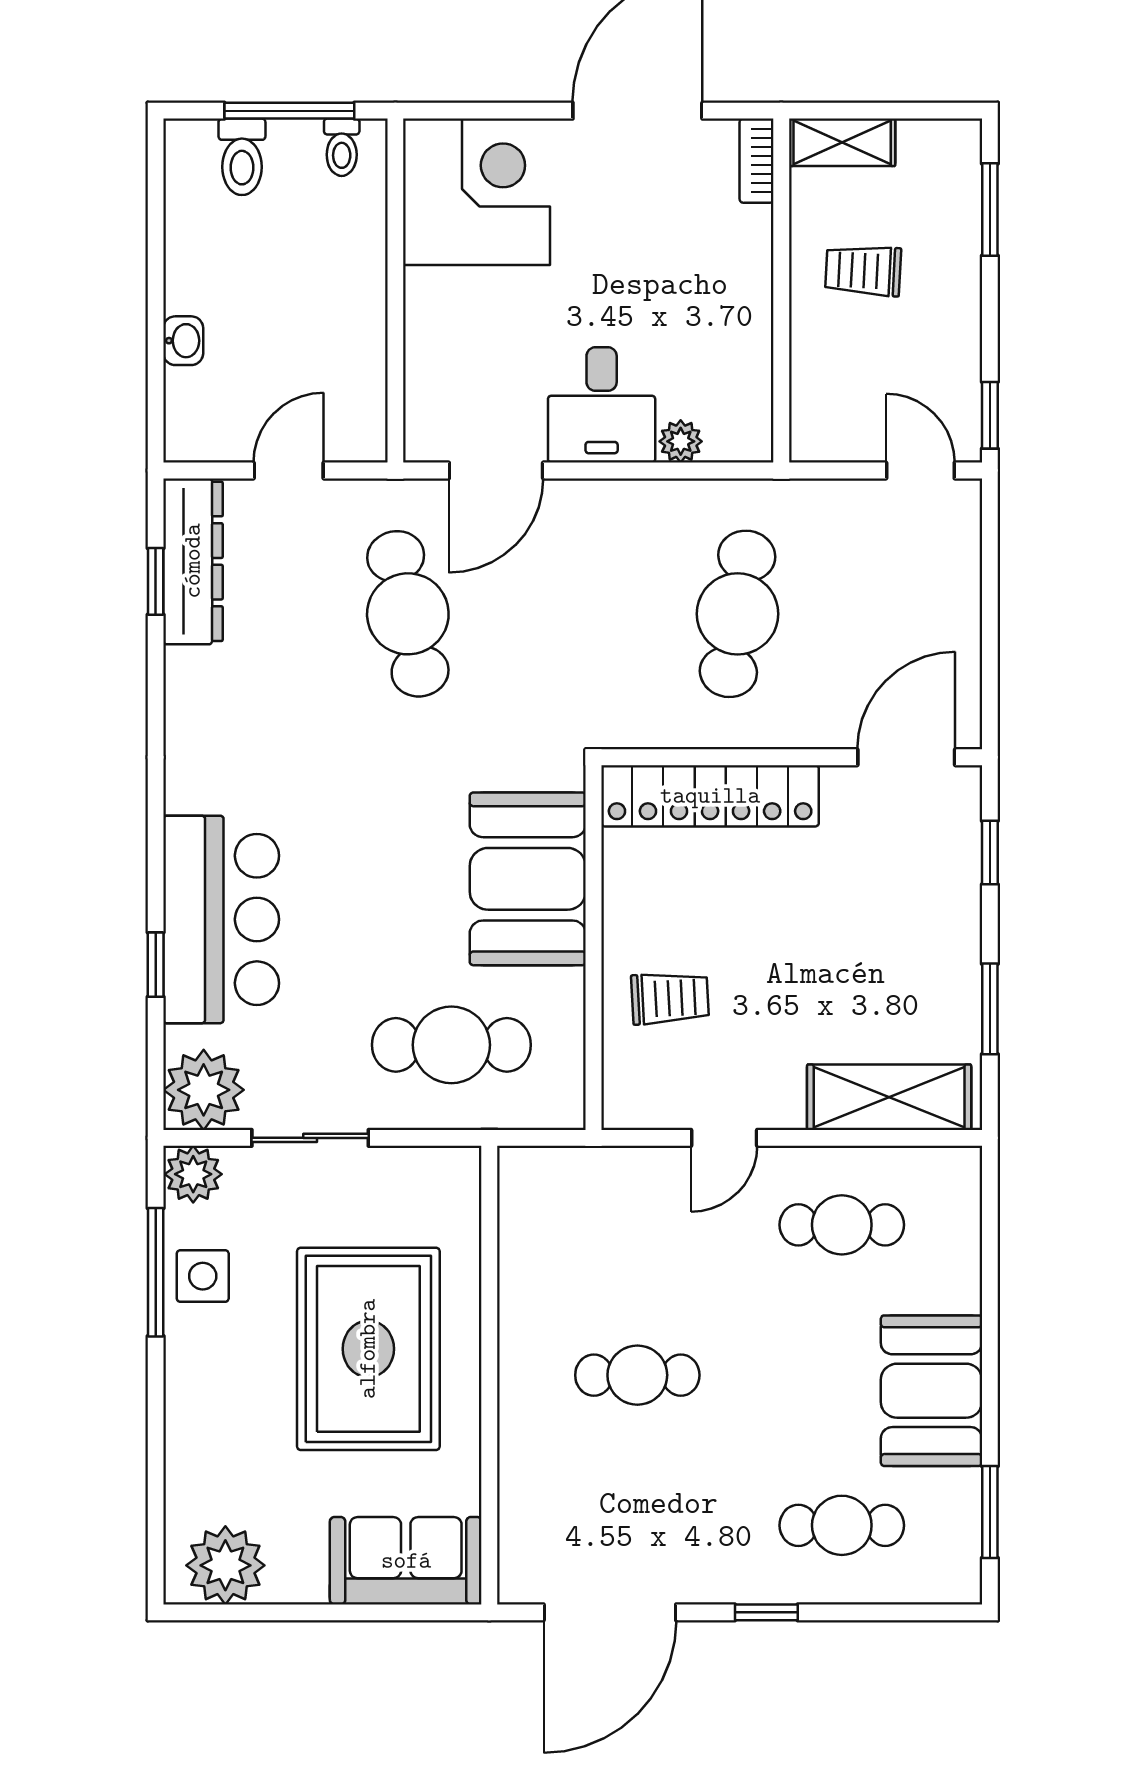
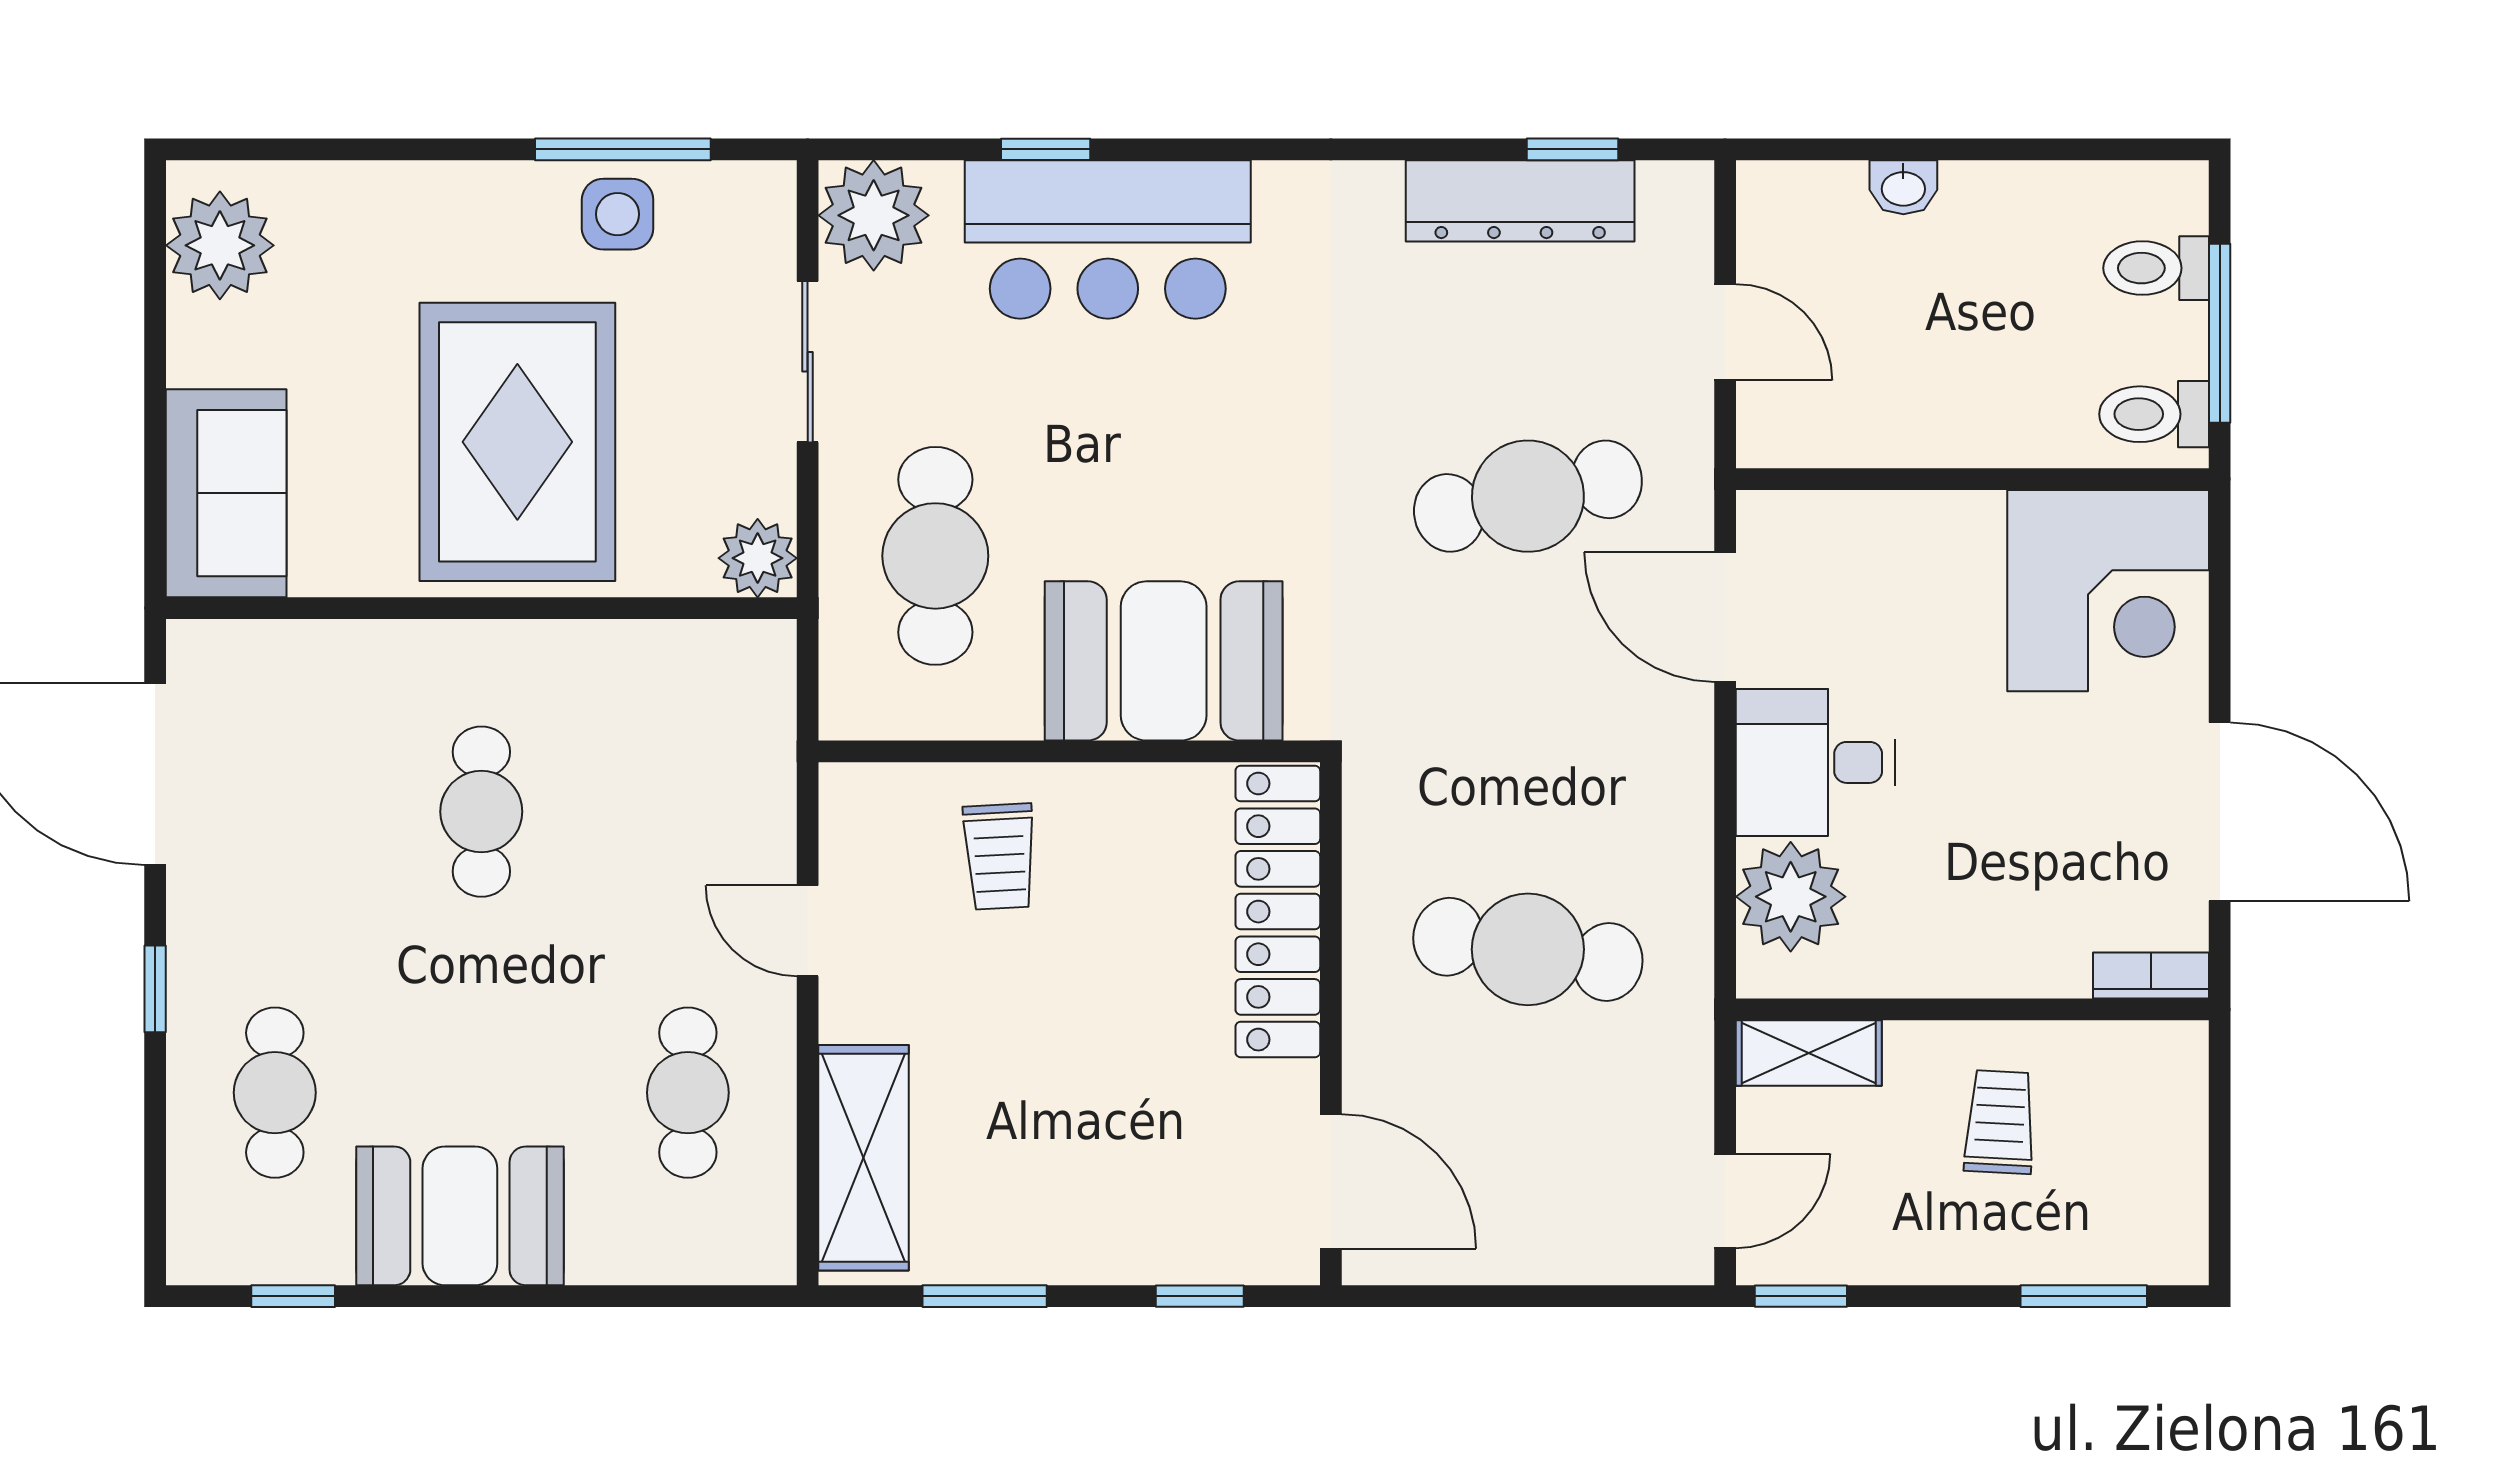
shelving: (842, 142) -> (1809, 1053), moved, turned 90
toilet: (342, 147) -> (2154, 414), width x1.37, depth x1.39
plant: (681, 441) -> (1791, 897), width x1.87, depth x1.87
dresser: (193, 561) -> (1520, 201), moved
plant: (193, 1174) -> (758, 558), moved
rug: (368, 1349) -> (517, 442), turned 90
window: (990, 1512) -> (293, 1296), width x0.67

